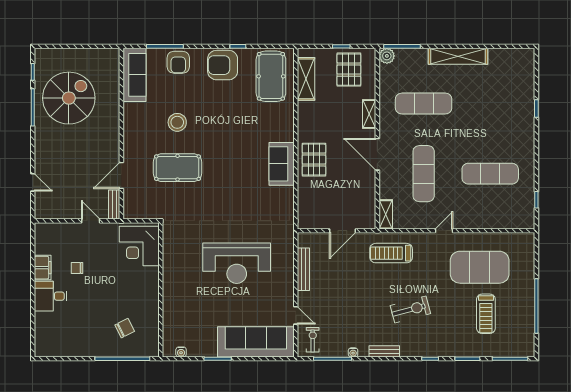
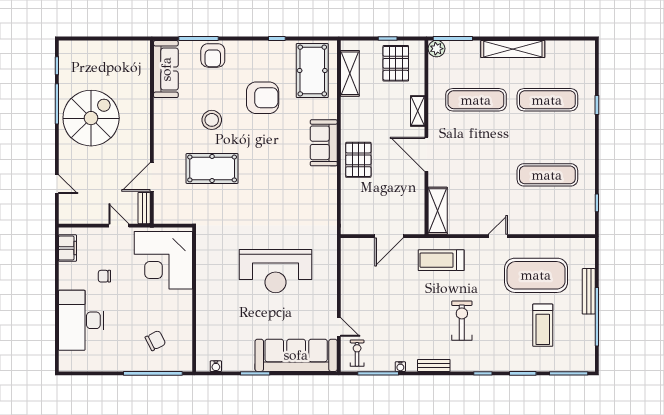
armchair: (223, 65) -> (263, 98), moved, turned 180
spiral stairs: (69, 98) -> (91, 118), moved
sofa: (282, 164) -> (324, 143), moved
exercise mat: (424, 174) -> (547, 100), moved, turned 90
shelving: (386, 214) -> (438, 211), width x1.50, depth x1.33
corner desk: (139, 246) -> (163, 260), width x1.36, depth x1.36
filing cabinet: (43, 268) -> (68, 248), moved
bench: (303, 269) -> (589, 291), moved
desk: (51, 296) -> (81, 320), width x1.87, depth x1.30
exercise bike: (410, 310) -> (462, 321), turned -75

